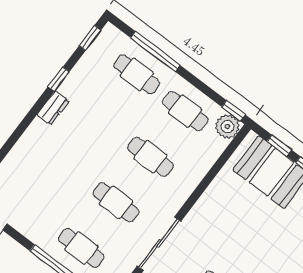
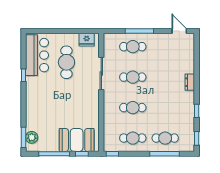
dresser: (53, 108) -> (190, 82), moved
plant: (227, 127) -> (110, 145), removed

